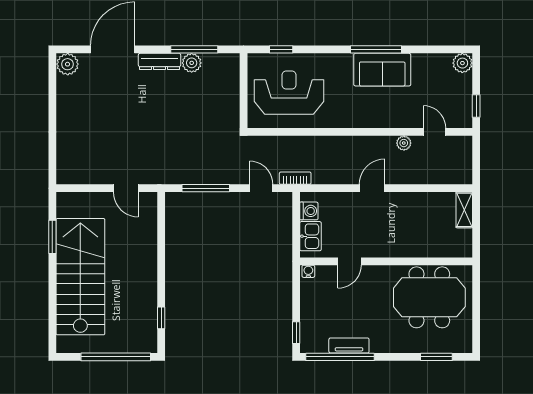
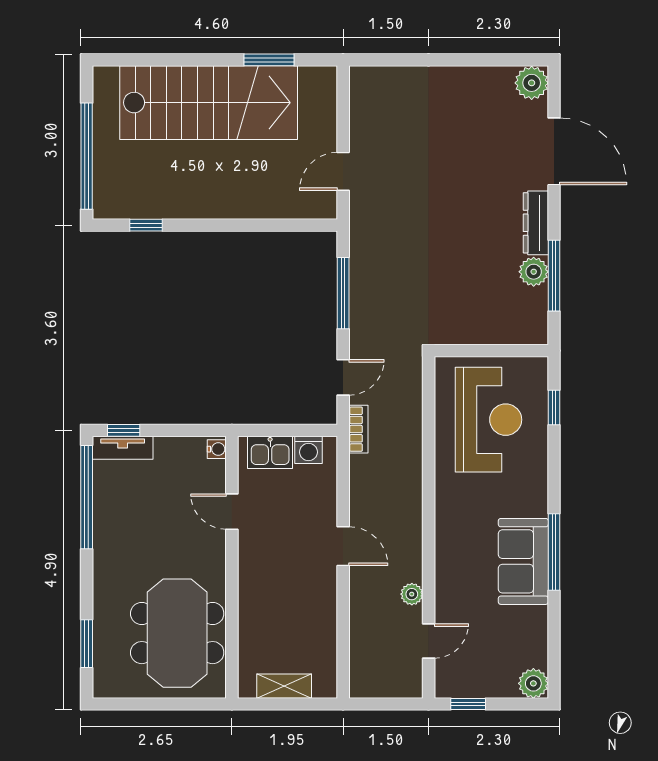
shelving: (464, 210) -> (284, 686), moved
tv unit: (349, 346) -> (123, 448), moved, turned 90

